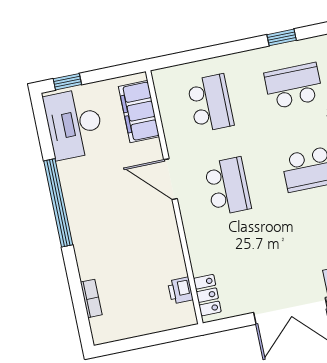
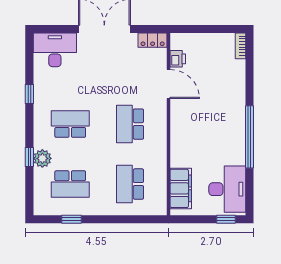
door: (171, 179) -> (169, 84), moved
locker: (207, 295) -> (153, 40), moved, turned -90
bookcase: (91, 298) -> (240, 46), moved

